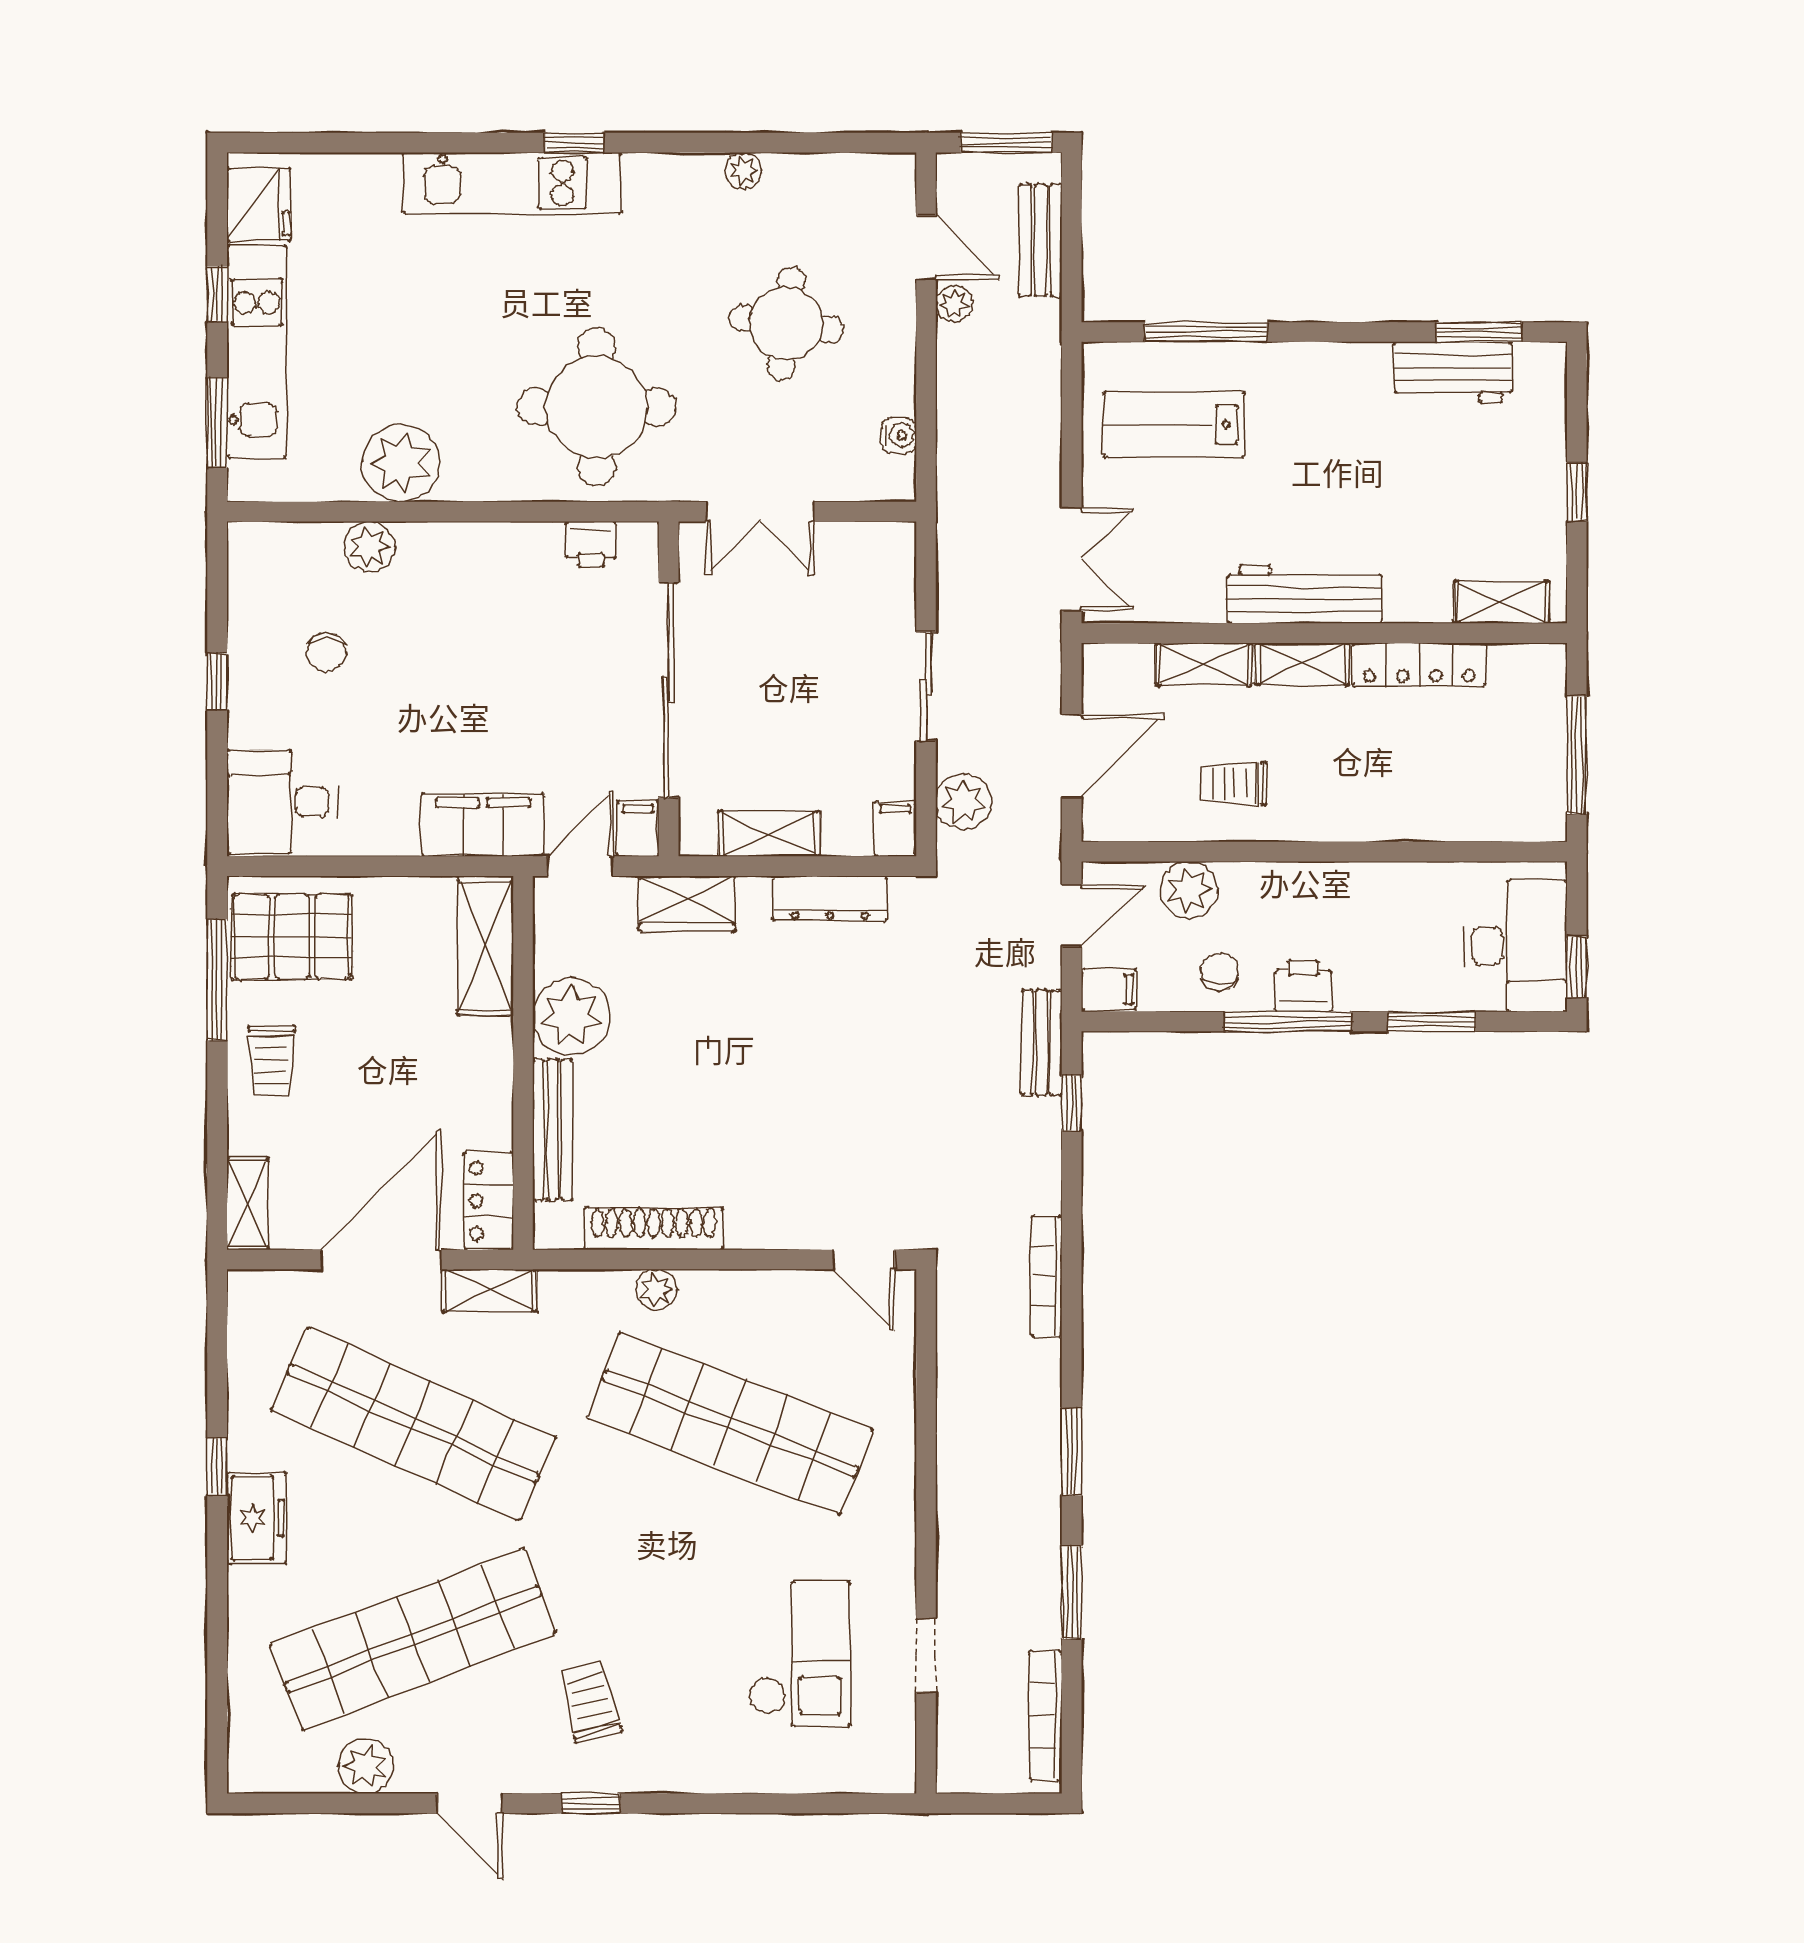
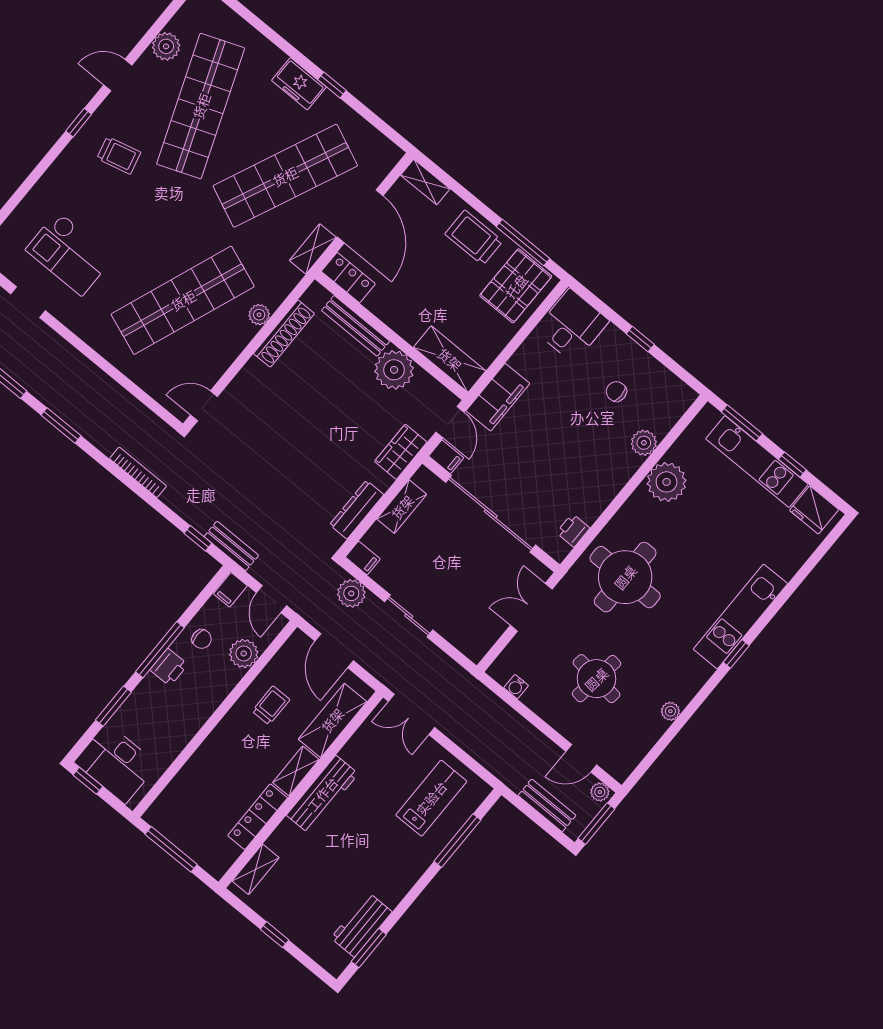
plant: (954, 304) -> (600, 792), moved
shelving: (1204, 664) -> (332, 720), width x1.50, depth x1.33
trolley: (271, 1061) -> (474, 238), width x1.36, depth x1.39

